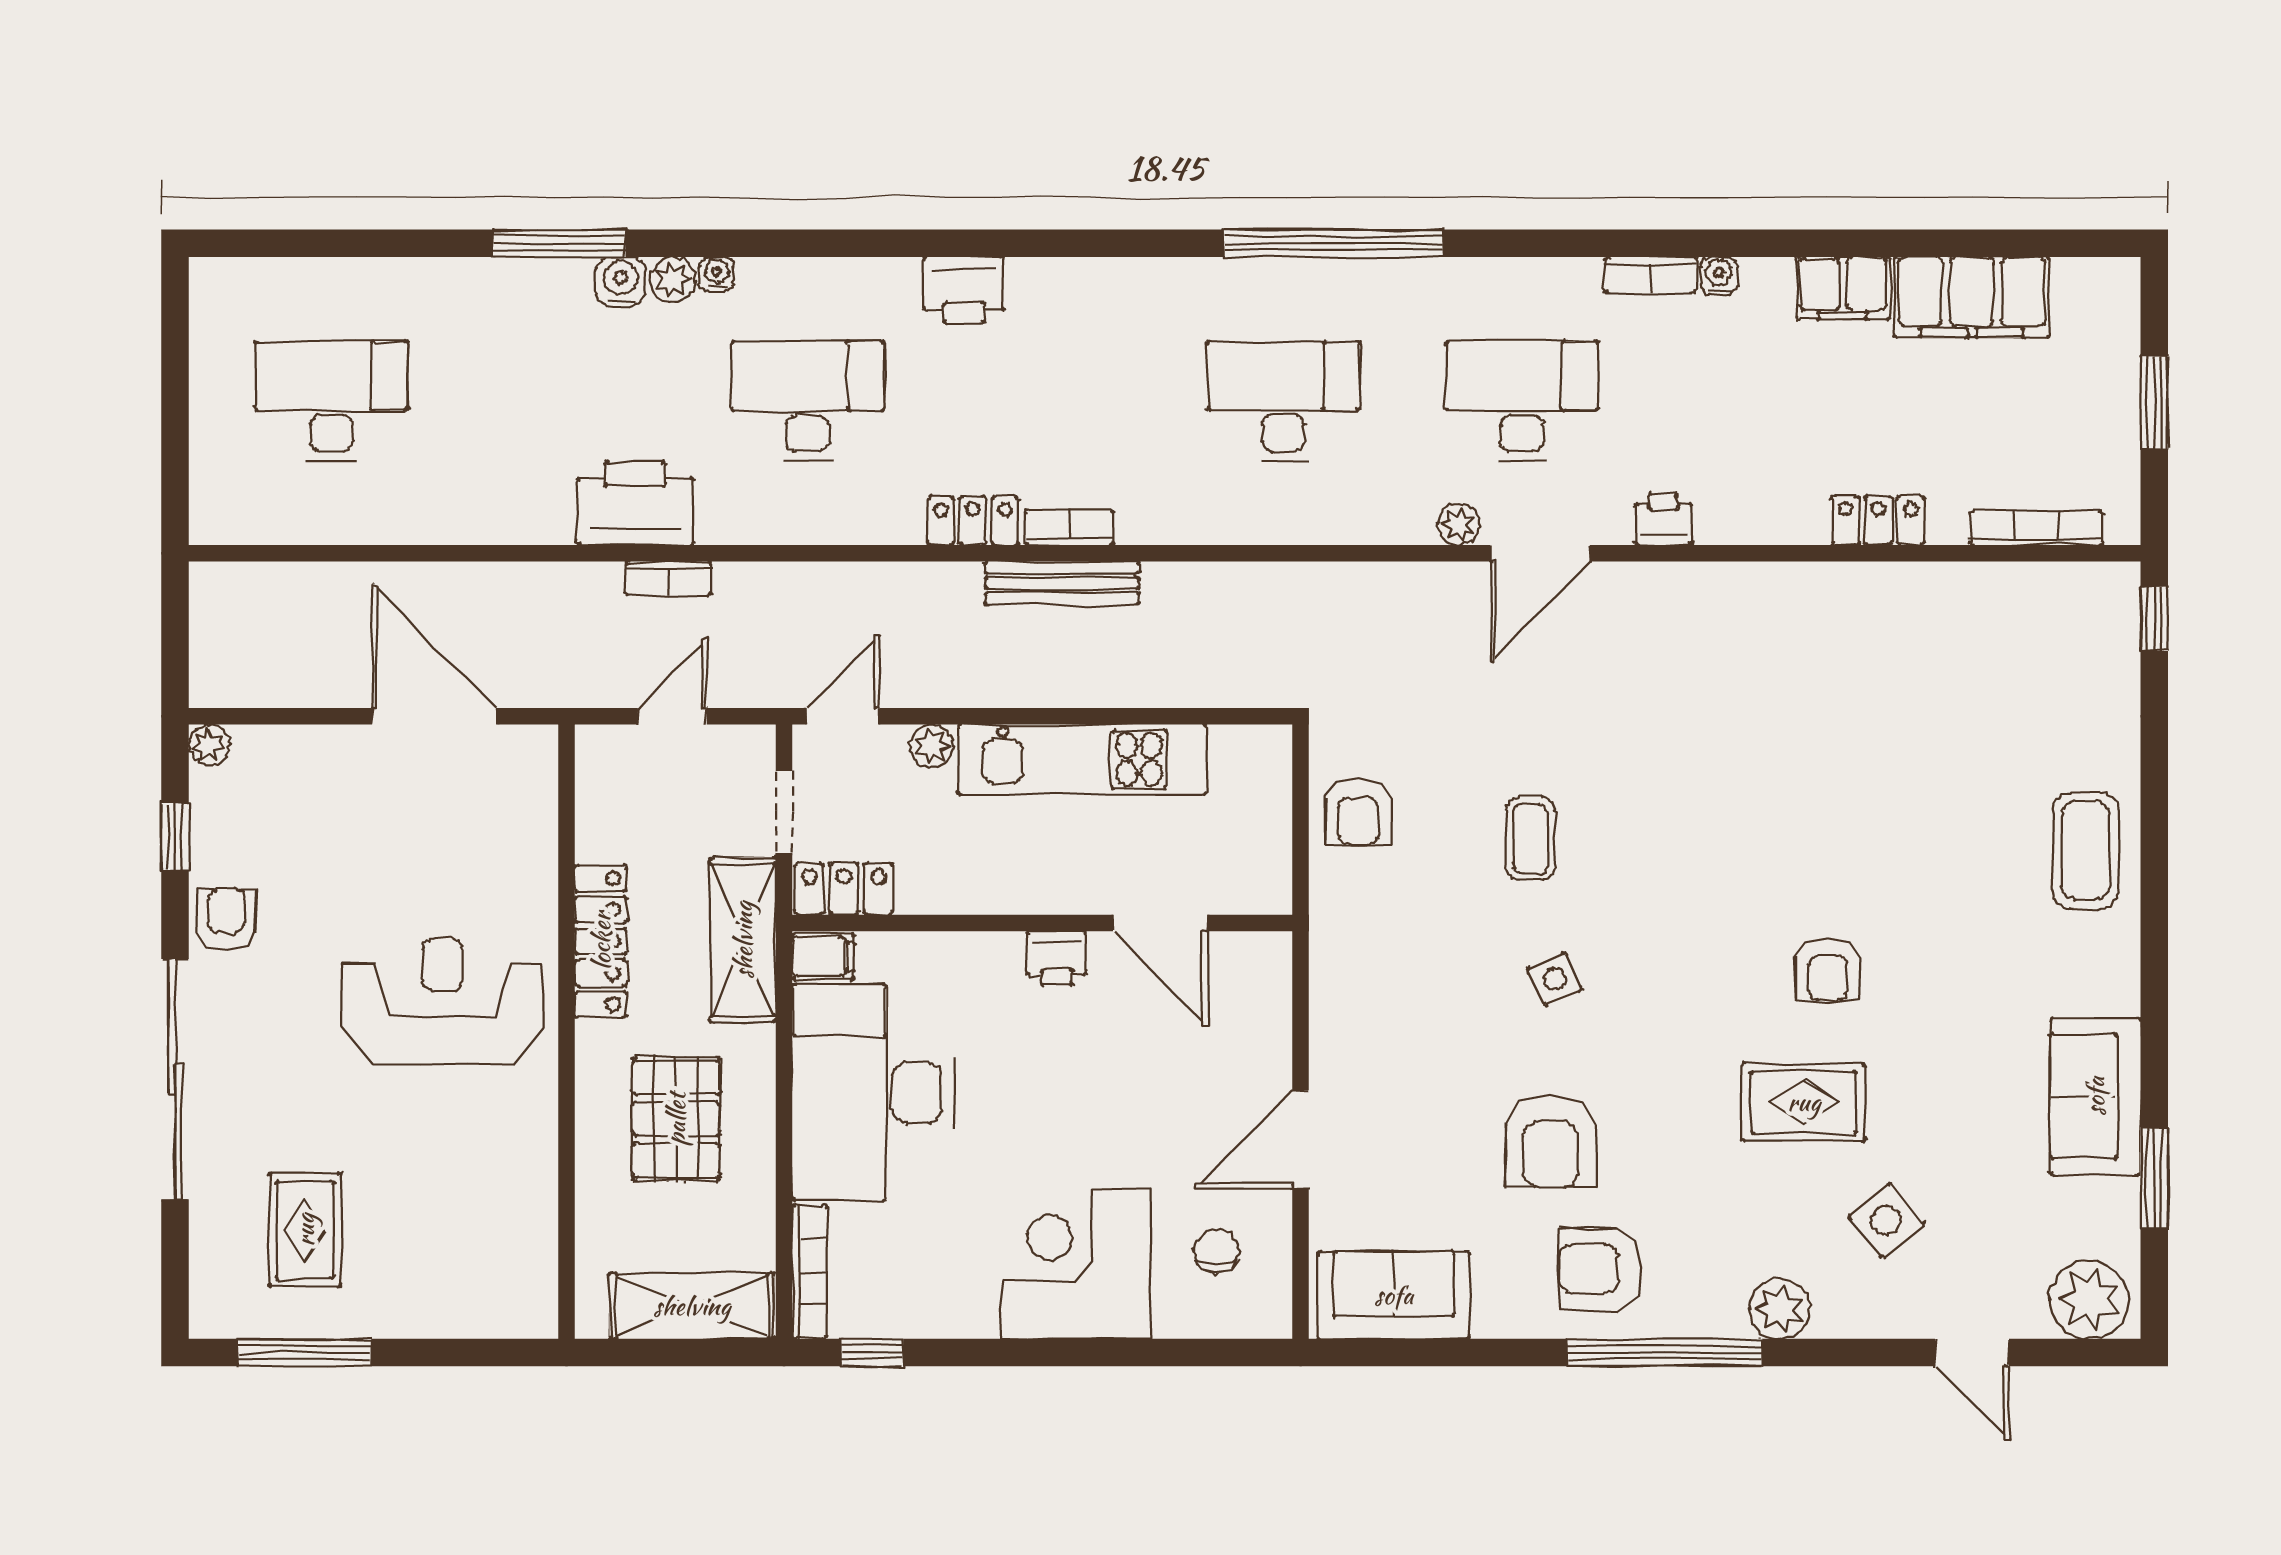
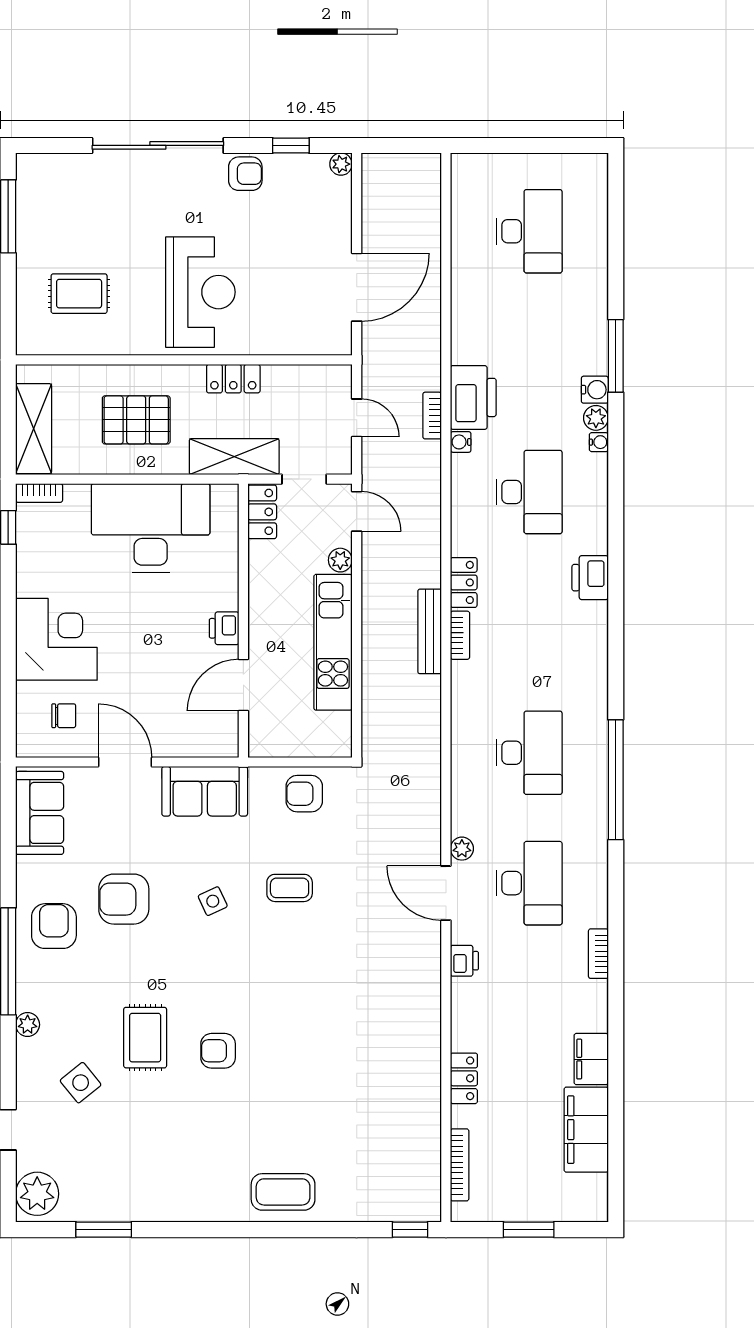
water cooler: (1719, 276) -> (461, 442), moved, turned 180
locker: (601, 941) -> (233, 379), width x0.66
filing cabinet: (823, 957) -> (225, 500), removed
sofa: (2095, 1096) -> (205, 791), moved, turned 180
rug: (305, 1230) -> (79, 294), moved
bookcase: (809, 1272) -> (39, 493), width x0.64
plant: (1780, 1309) -> (28, 1025), width x0.73, depth x0.73

